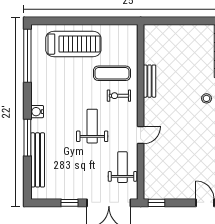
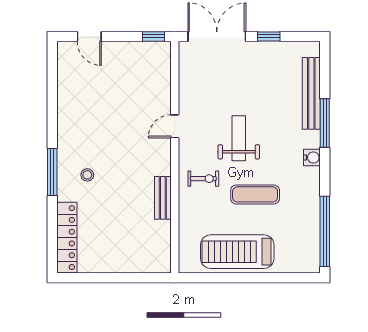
treadmill: (73, 44) -> (237, 252), moved
exercise mat: (112, 73) -> (255, 194), moved
weight bench: (92, 126) -> (239, 138), turned 180
weight bench: (122, 167) -> (199, 84), removed

